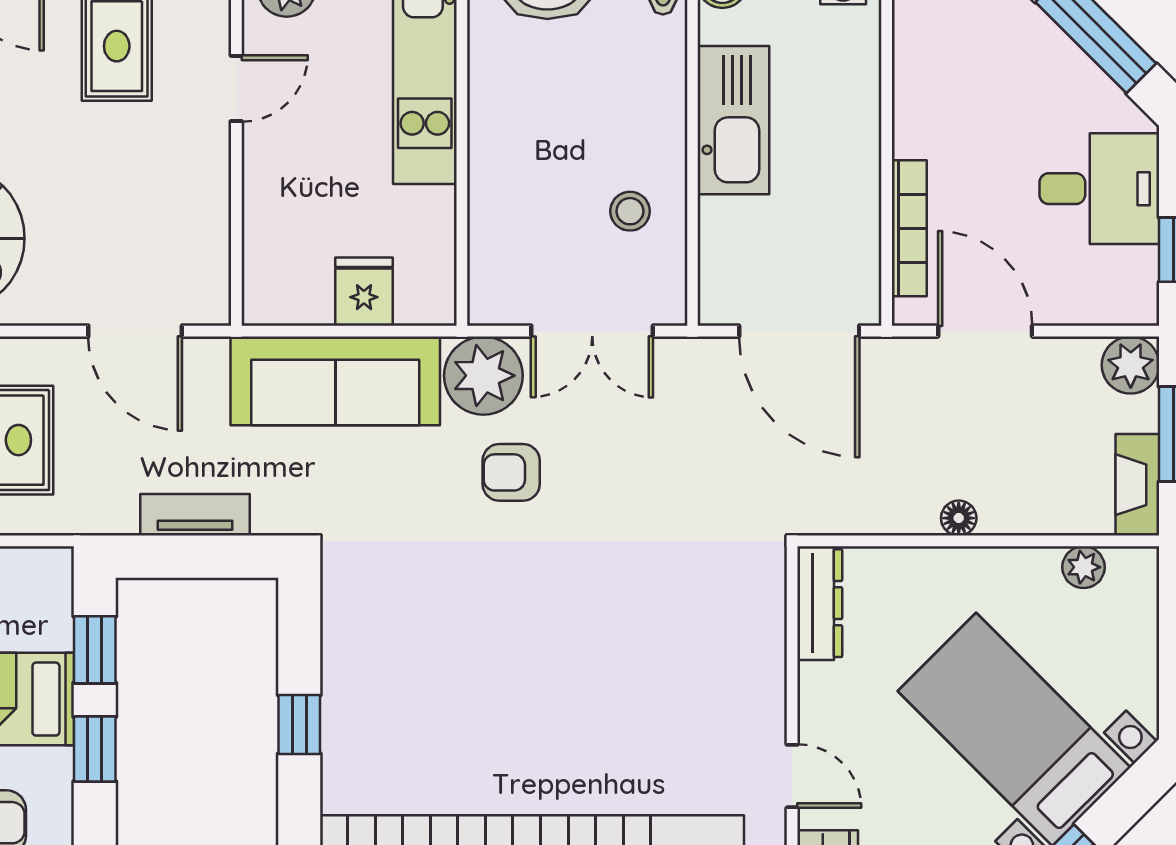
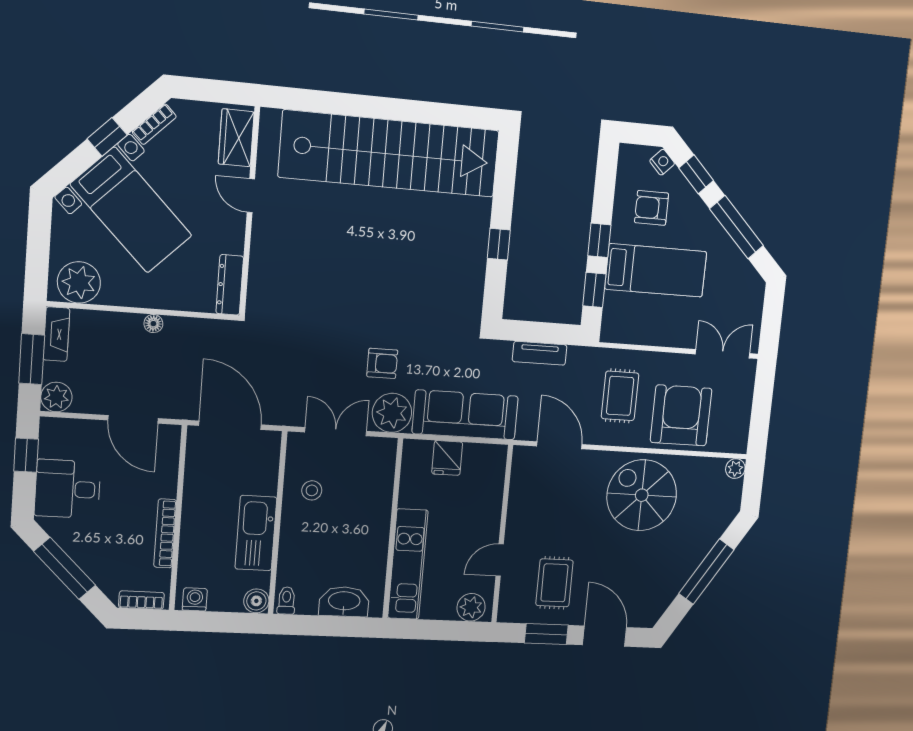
bookcase: (909, 228) -> (165, 533), moved
plant: (1083, 567) -> (79, 282), width x1.87, depth x1.87

